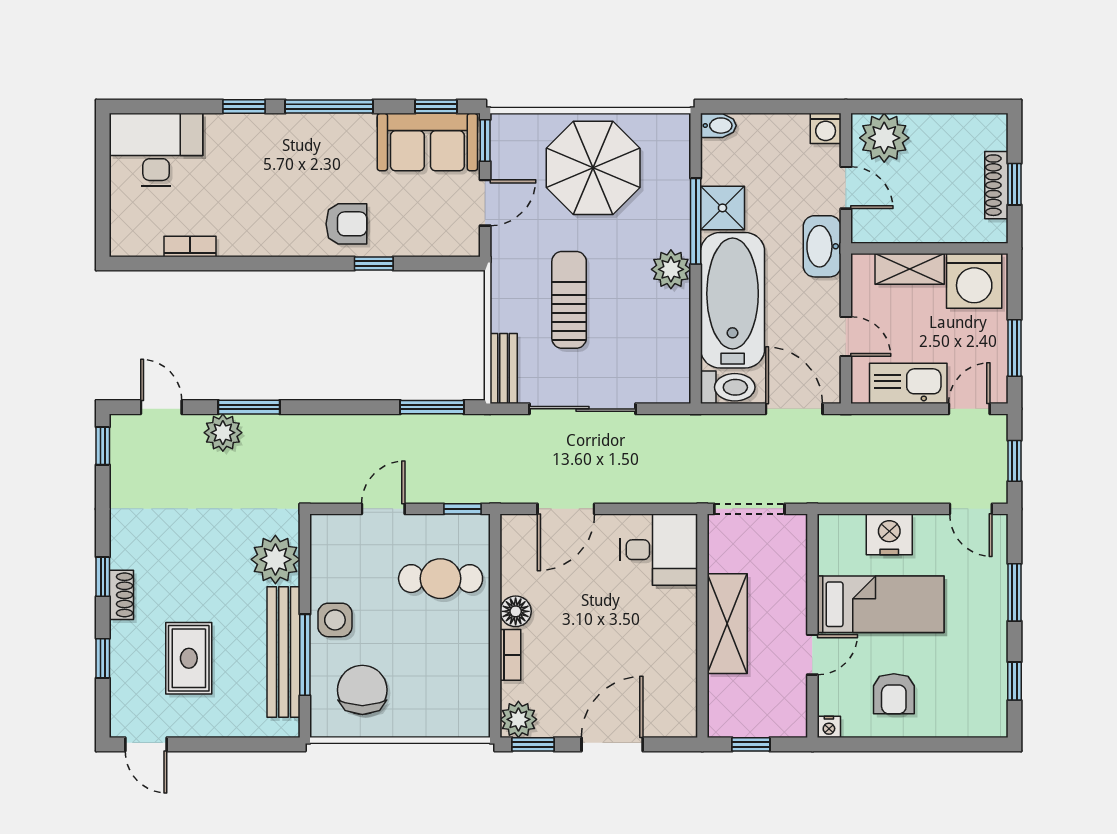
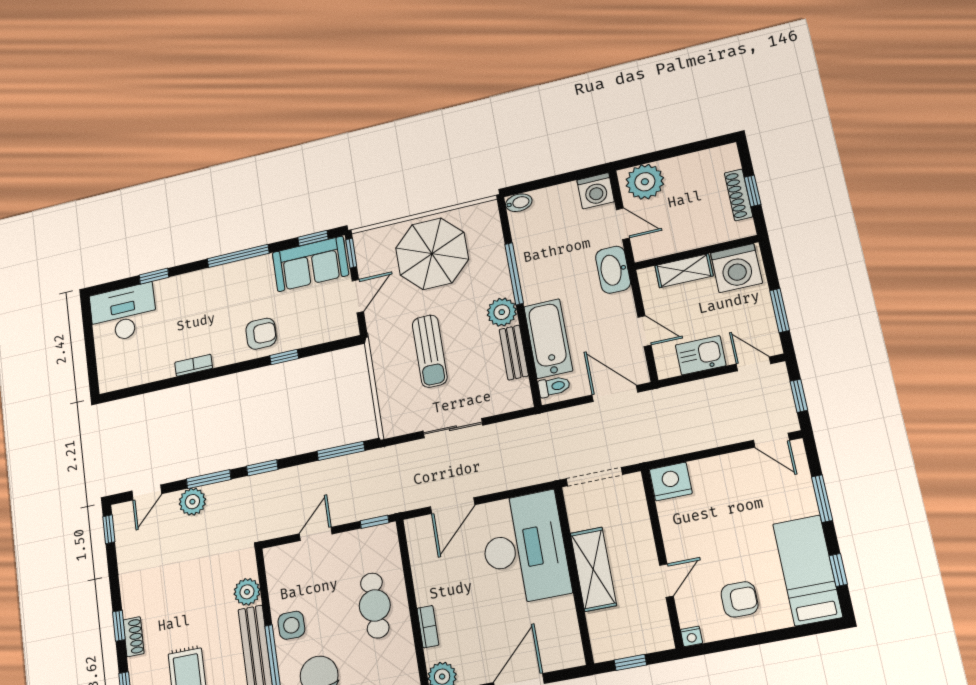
window: (244, 107) -> (154, 276), moved
washing machine: (826, 128) -> (596, 191), width x1.38, depth x1.38
shower: (722, 208) -> (532, 260), removed
bookcase: (190, 246) -> (194, 365), moved
sun lounger: (569, 300) -> (430, 351), turned 180
bathtub: (733, 300) -> (548, 339), width x0.73, depth x0.73
bench: (504, 369) -> (514, 353), moved
kitchen sink: (908, 383) -> (701, 355), width x0.73
toilet: (728, 387) -> (554, 387), width x0.73, depth x0.72
door: (161, 407) -> (147, 492), swing flipped
window: (324, 407) -> (262, 468), added
sliding door: (583, 409) -> (453, 428), width x0.73
door: (969, 409) -> (753, 364), hinge flipped
nightstand: (889, 534) -> (671, 481), moved
desk: (659, 550) -> (524, 548), width x1.87, depth x1.30
plant: (275, 559) -> (247, 592), width x0.73, depth x0.73
cafe table: (441, 579) -> (375, 605), moved, turned 90
bed: (881, 604) -> (807, 570), moved, turned -90
floor lamp: (516, 611) -> (427, 592), removed
armchair: (894, 694) -> (740, 599), turned -90

